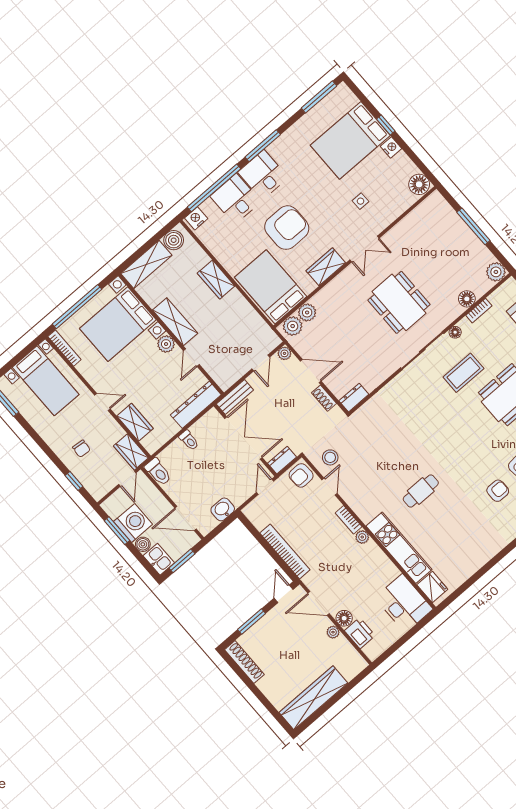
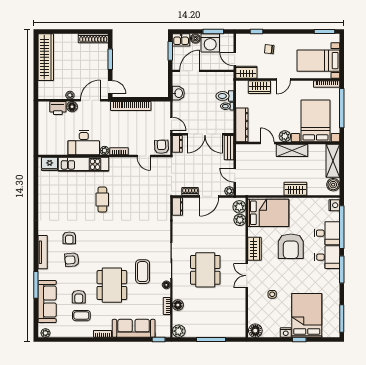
dining table: (399, 302) -> (205, 270), turned 90
stool: (330, 457) -> (158, 169), removed
toilet: (158, 472) -> (225, 96), moved
desk: (404, 603) -> (84, 143), moved

